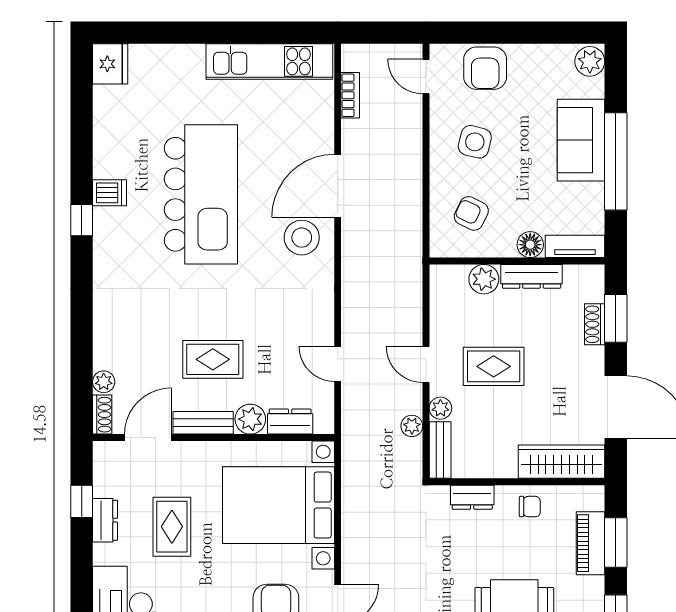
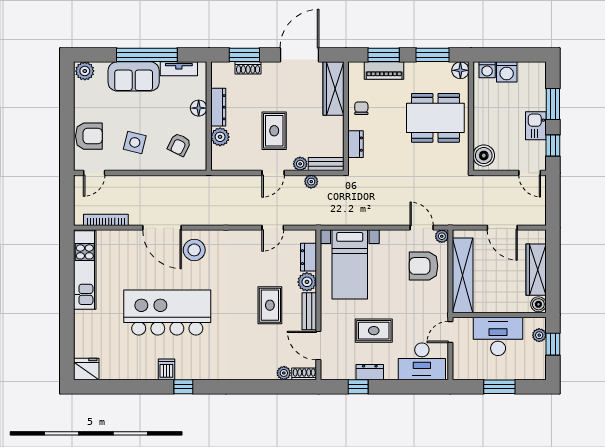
bookcase: (350, 95) -> (106, 220), width x1.56
tv unit: (575, 246) -> (179, 69), moved, turned -90
bed with nightstands: (279, 505) -> (350, 264), width x0.73

